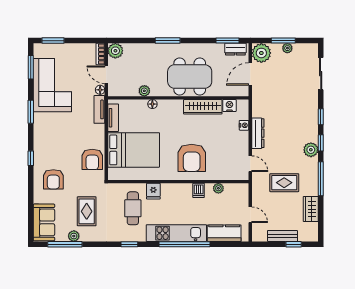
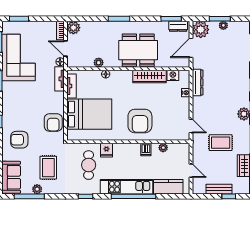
dresser: (258, 133) -> (198, 82), moved
armchair: (53, 179) -> (19, 140), turned 90

